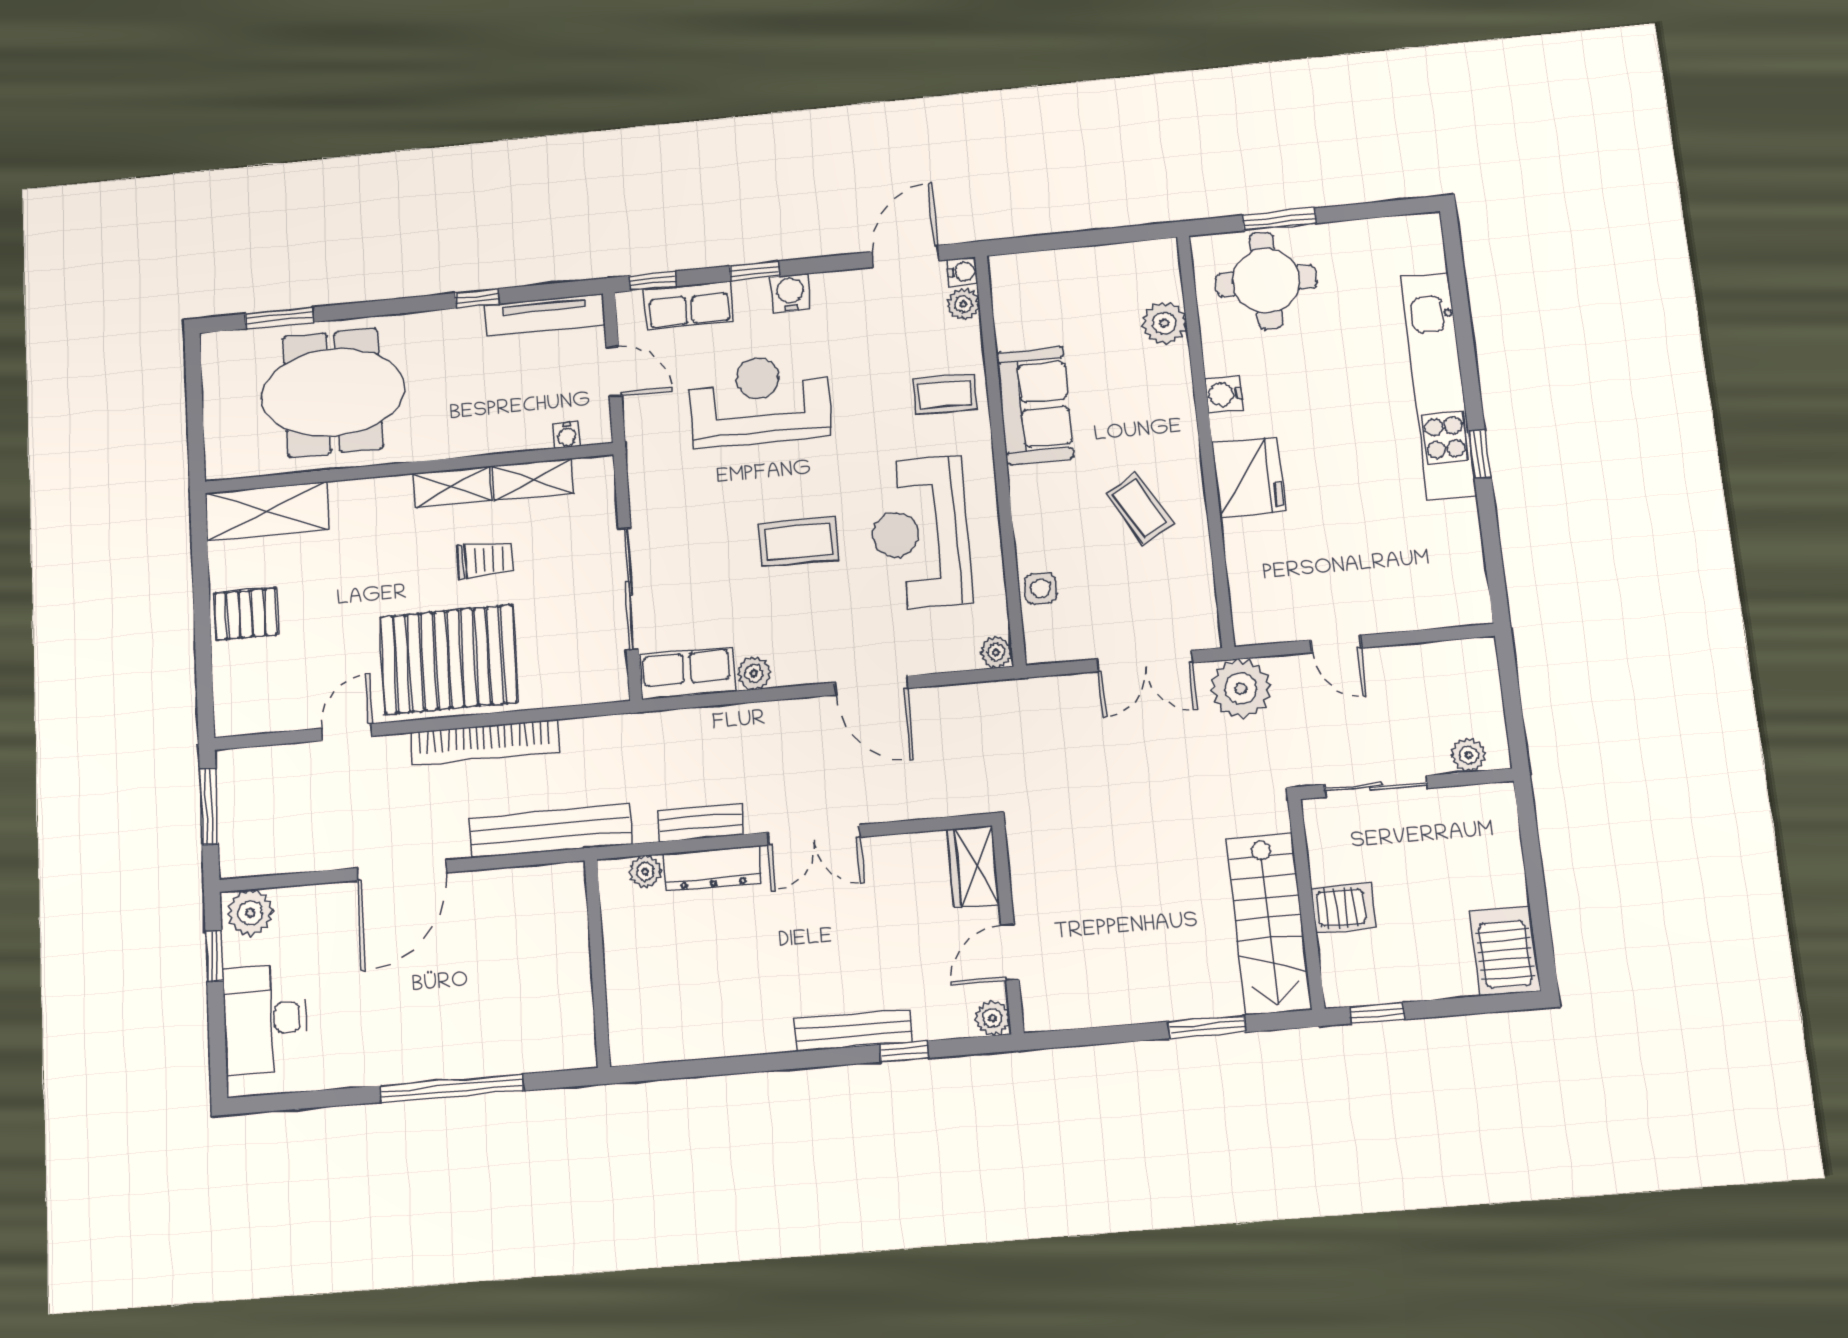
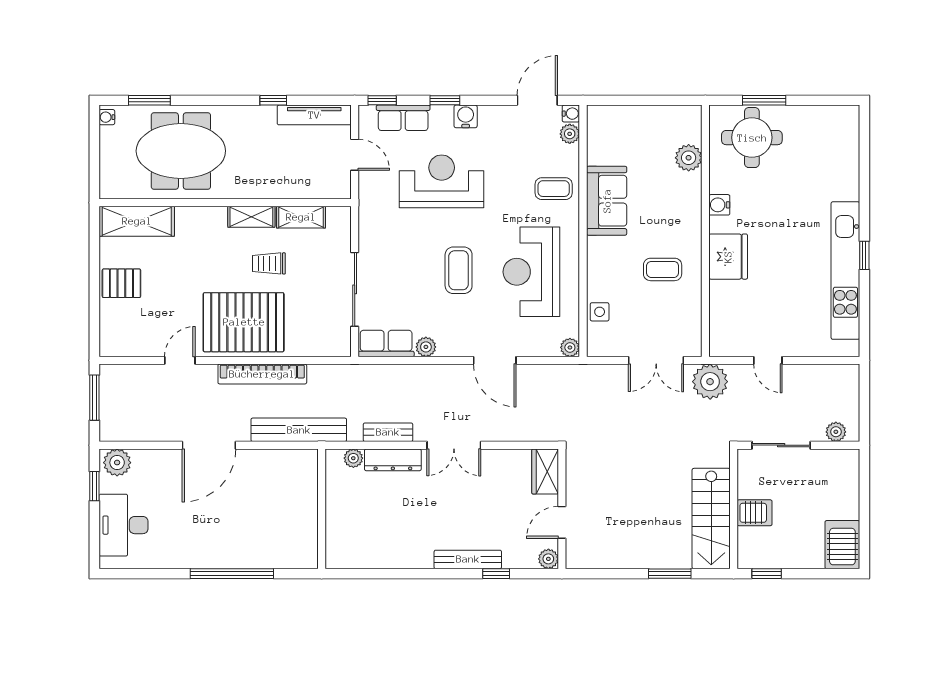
kitchen unit: (1438, 386) -> (845, 271), moved
water cooler: (567, 435) -> (107, 117), moved, turned 90
coffee table: (1140, 509) -> (663, 269), turned -60
coffee table: (798, 542) -> (459, 270), turned 90
trolley: (485, 559) -> (269, 263), turned 180

